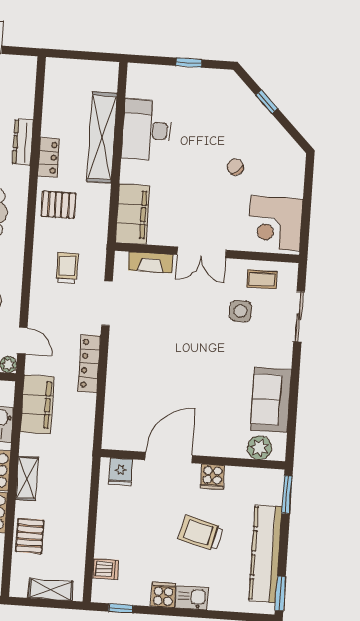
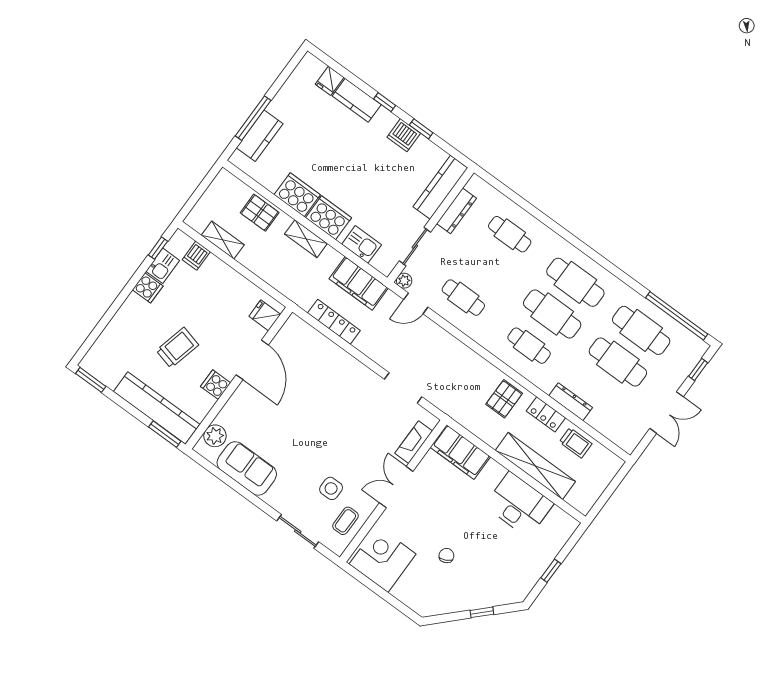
chair: (235, 167) -> (446, 556), turned -76
trolley: (67, 268) -> (576, 443), moved
locker: (89, 363) -> (334, 322), moved
kitchen counter: (265, 554) -> (157, 408), moved
shelving: (51, 590) -> (223, 240), moved, turned 90
kitchen sink: (192, 598) -> (163, 266), moved

